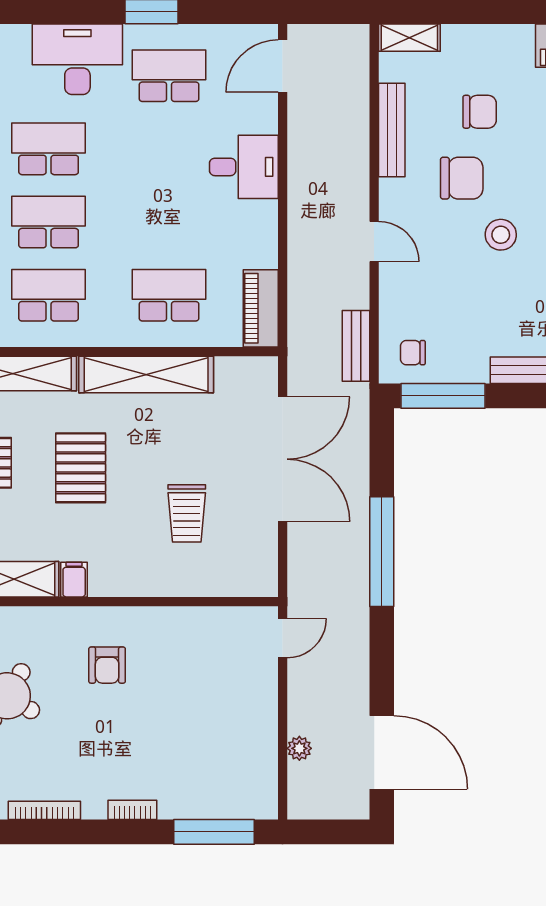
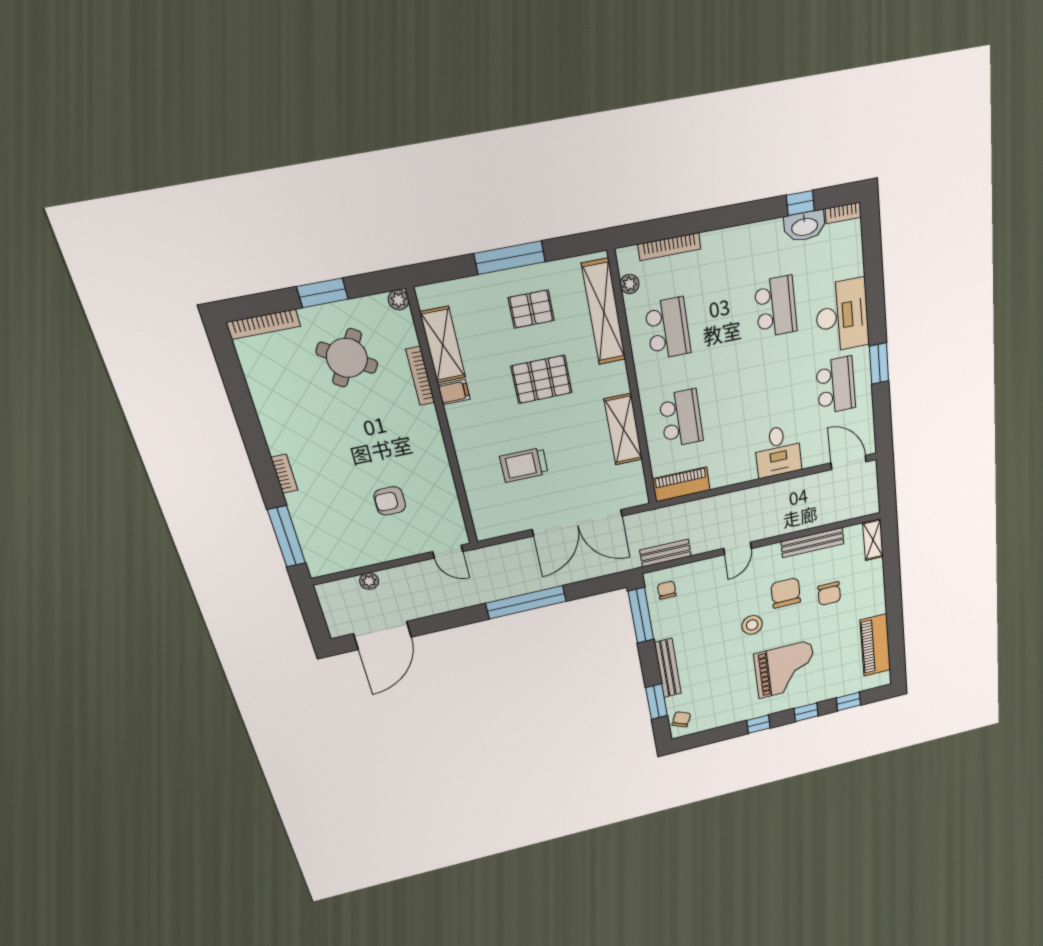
chair: (462, 178) -> (786, 593), turned 180
school desk: (49, 222) -> (722, 317), removed
shelving: (146, 375) -> (623, 429), width x0.68
armchair: (107, 665) -> (390, 501), moved
bookcase: (44, 810) -> (420, 376), moved, turned 180

